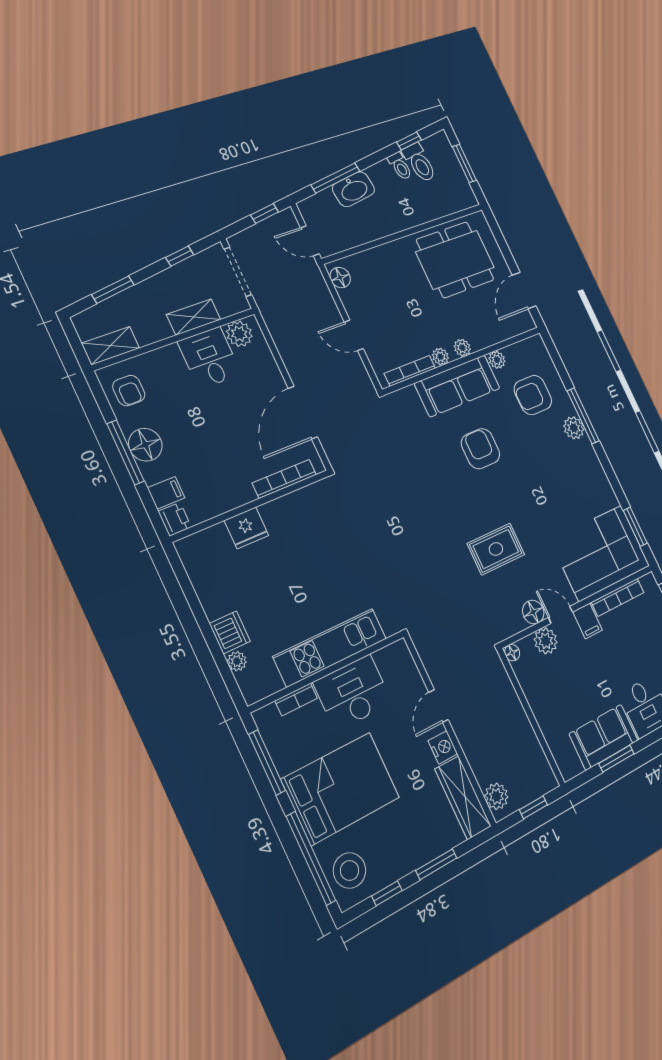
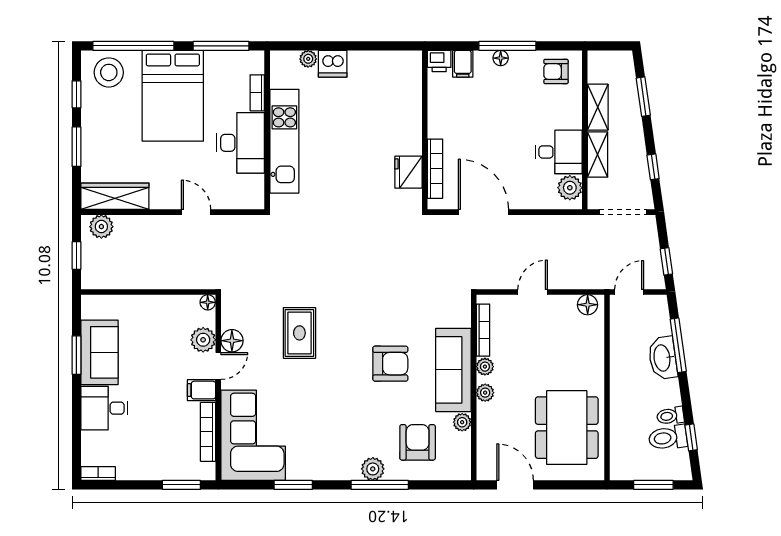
shelving: (111, 346) -> (598, 107), moved
floor lamp: (145, 445) -> (501, 58), width x0.53, depth x0.53
window: (635, 527) -> (293, 485), moved
fridge: (246, 528) -> (408, 172), moved
nightstand: (443, 747) -> (162, 199), removed

